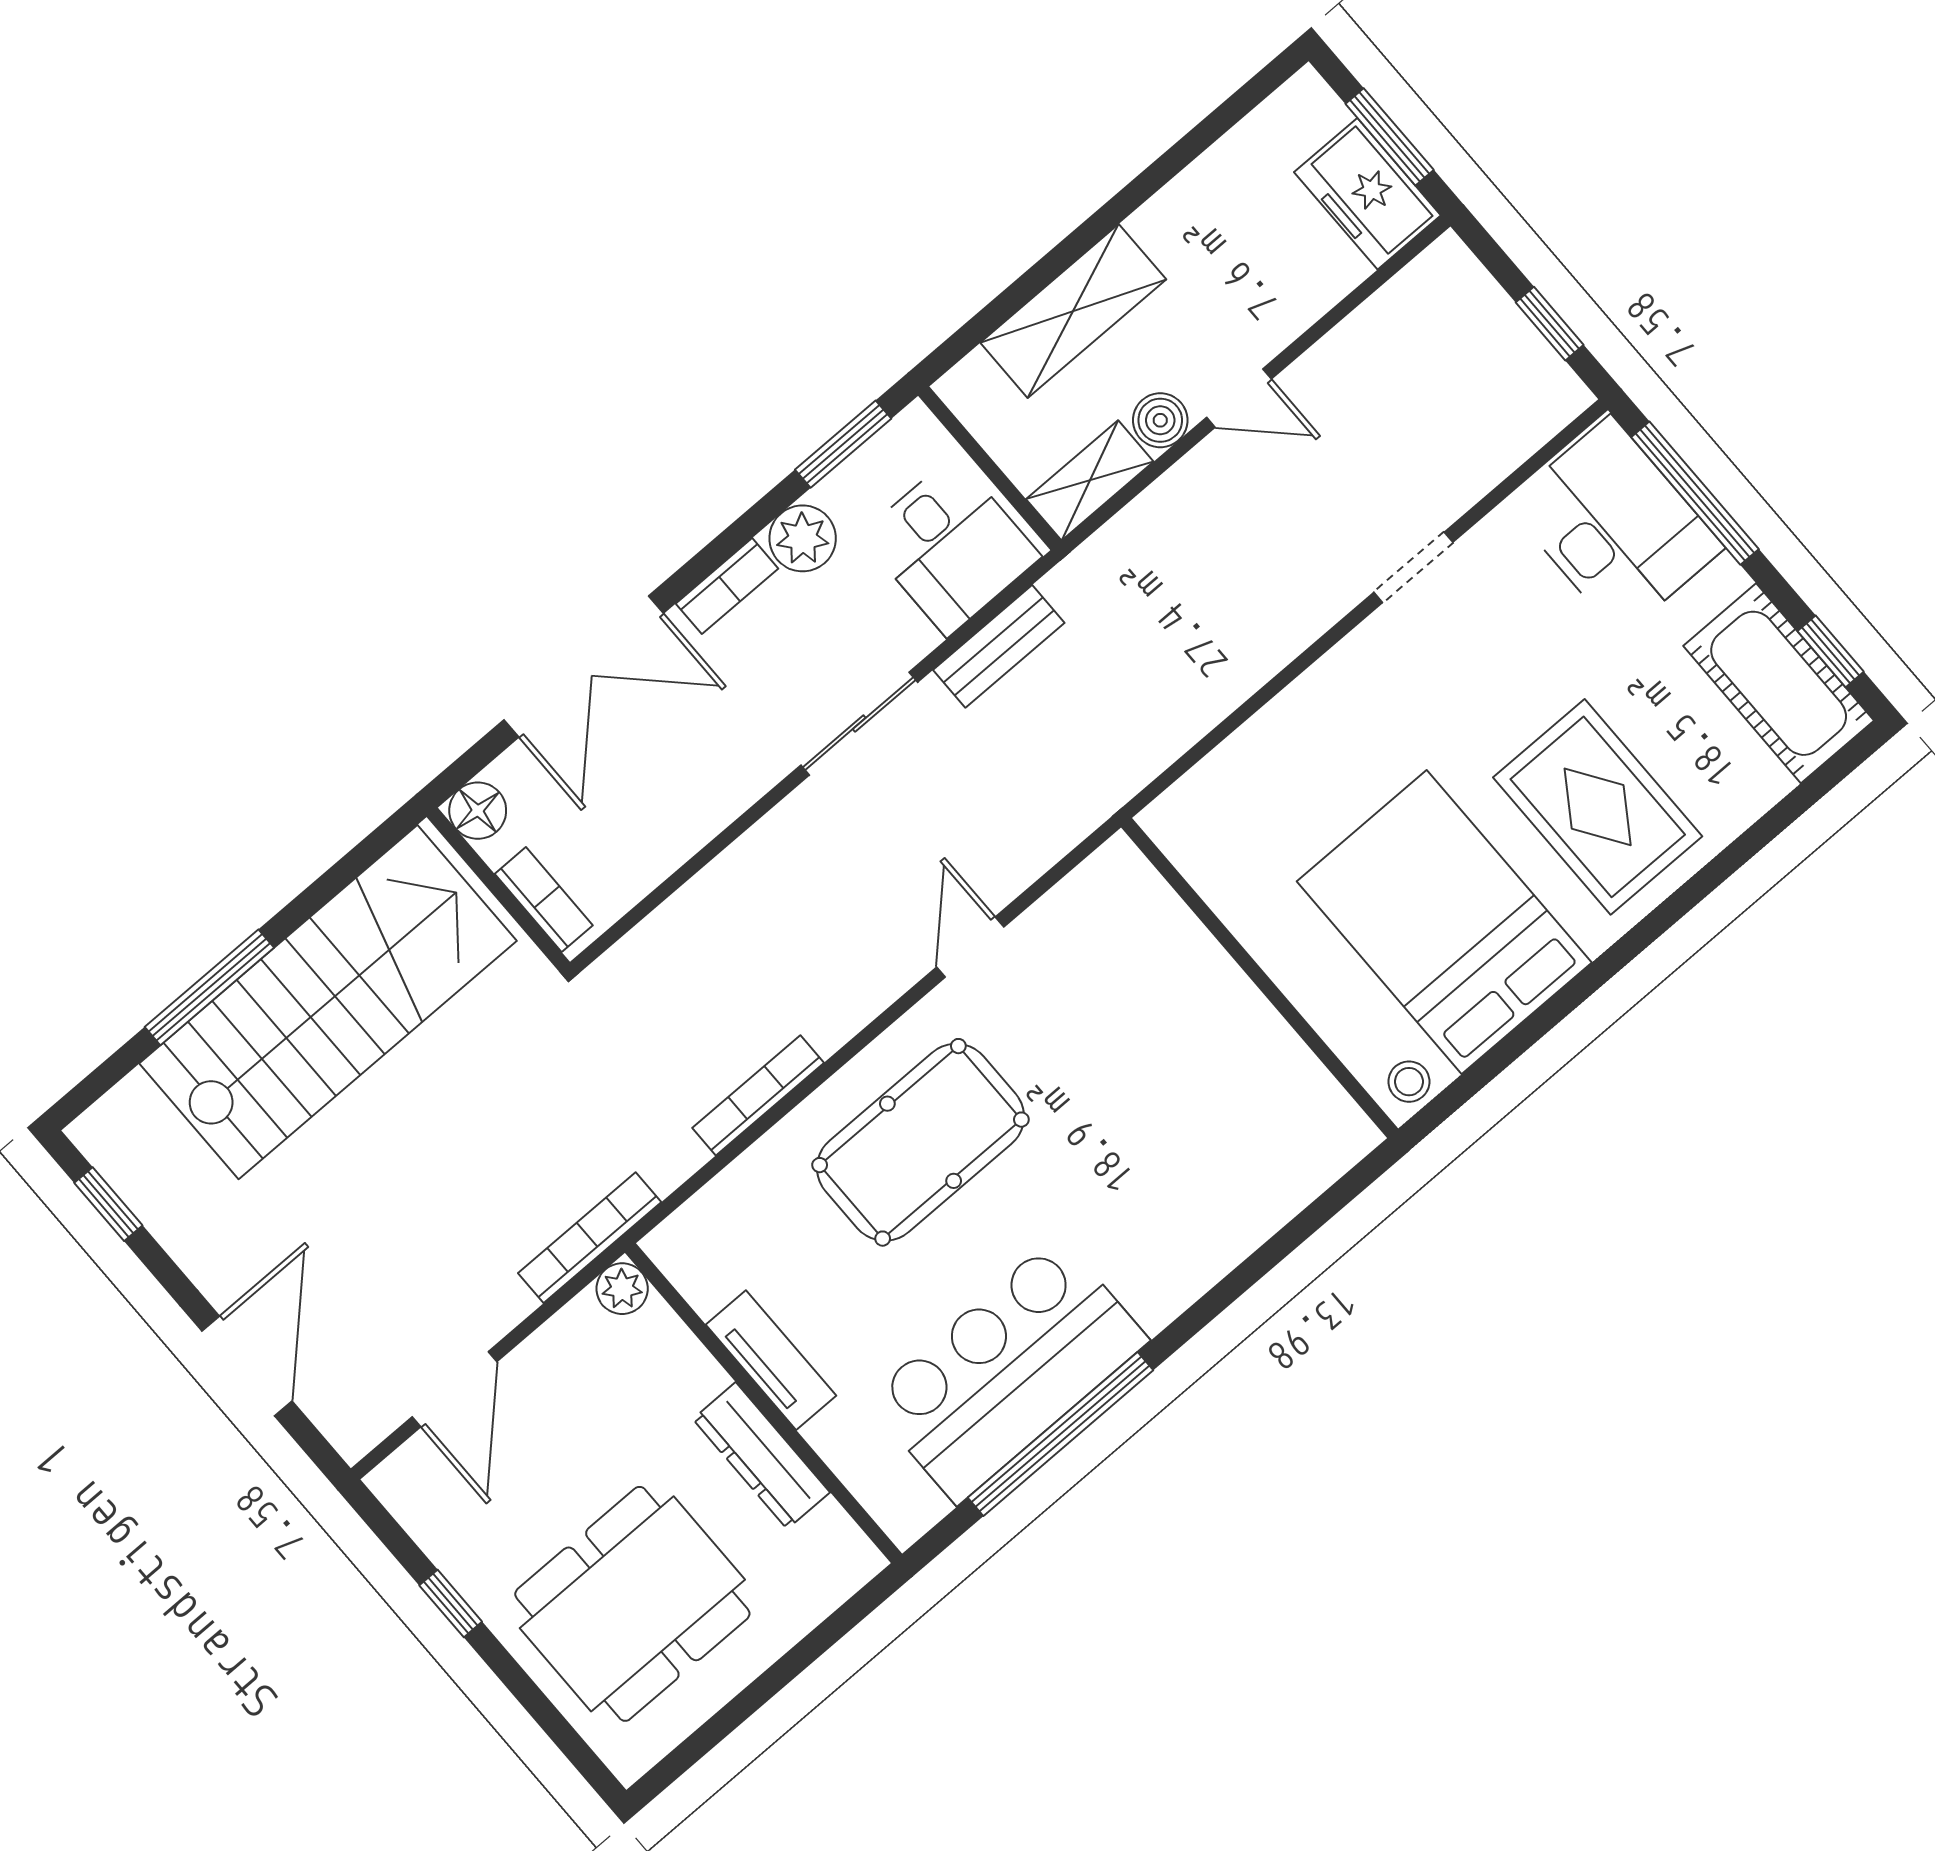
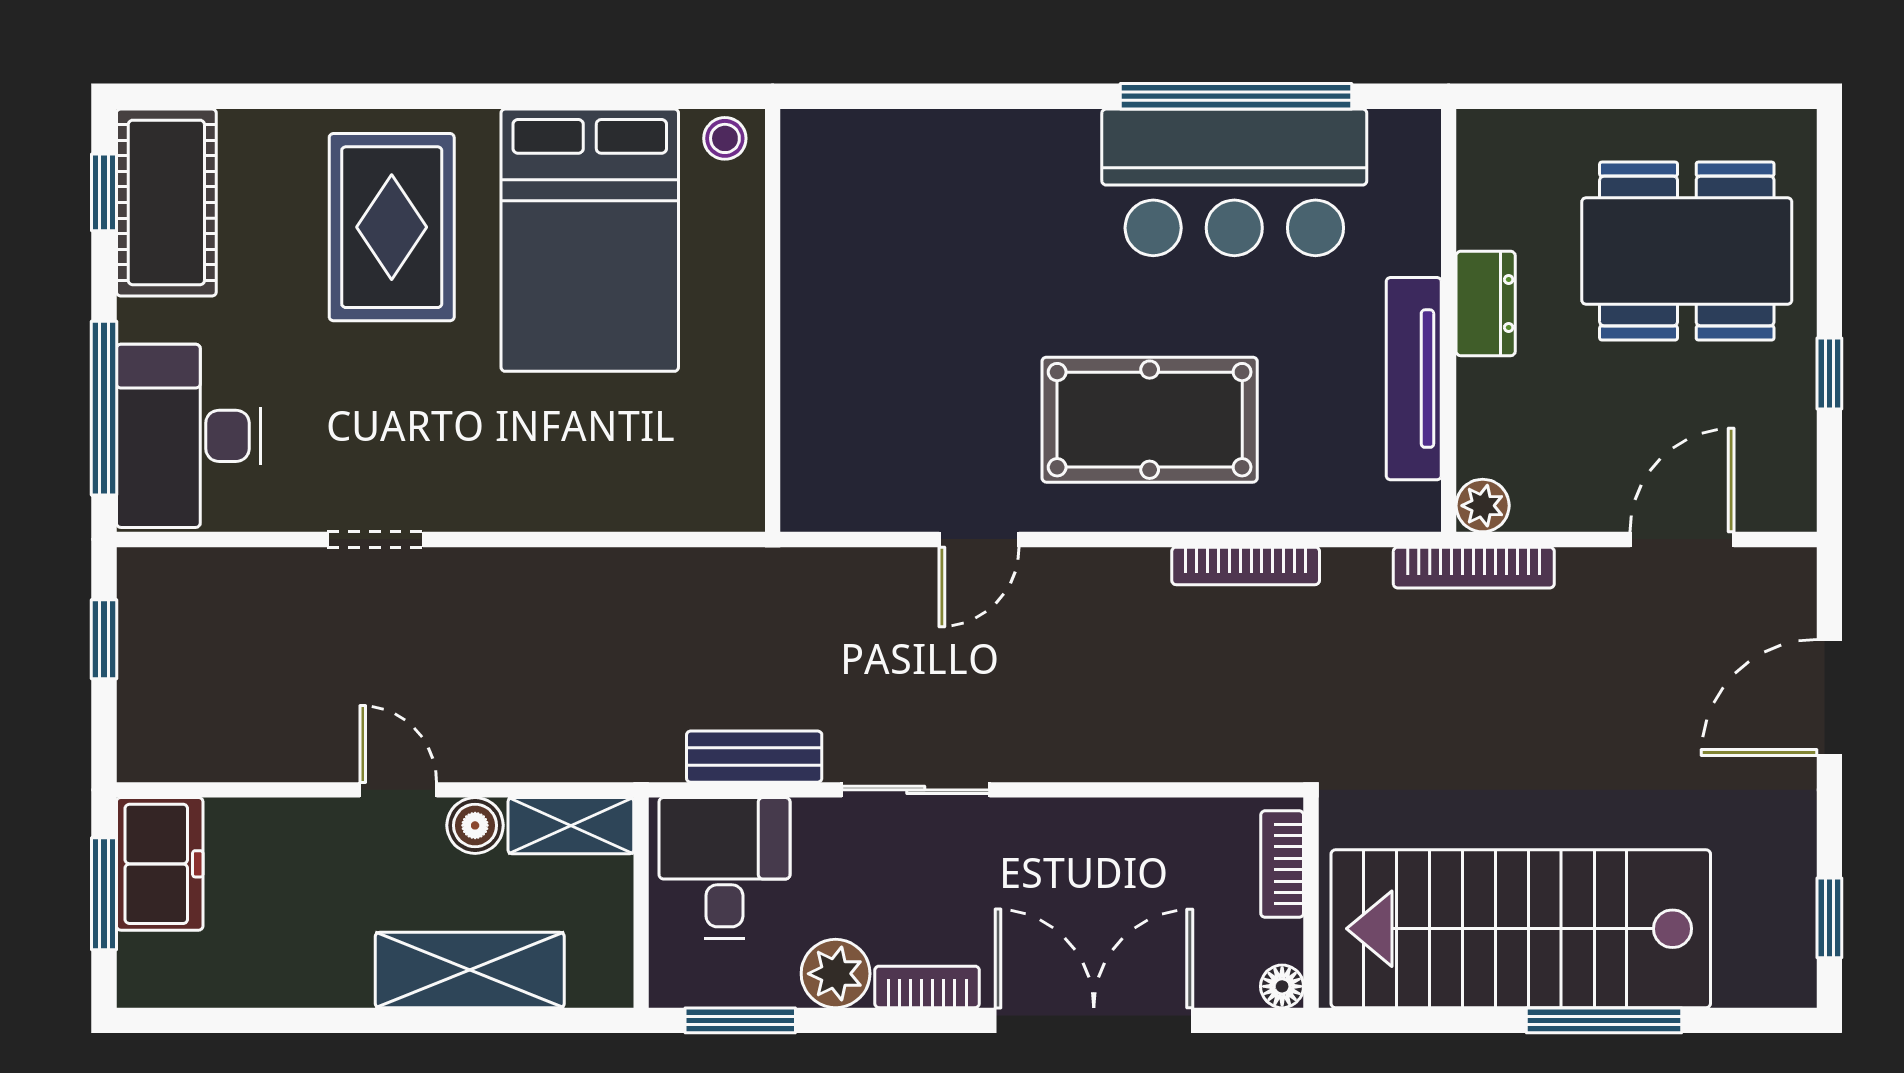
floor lamp: (478, 811) -> (1282, 986), width x0.73, depth x0.73
tv unit: (771, 1360) -> (1414, 379), width x1.41
dresser: (761, 1456) -> (1486, 303), width x0.70

